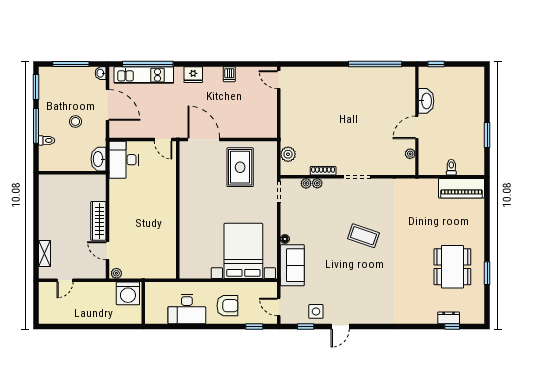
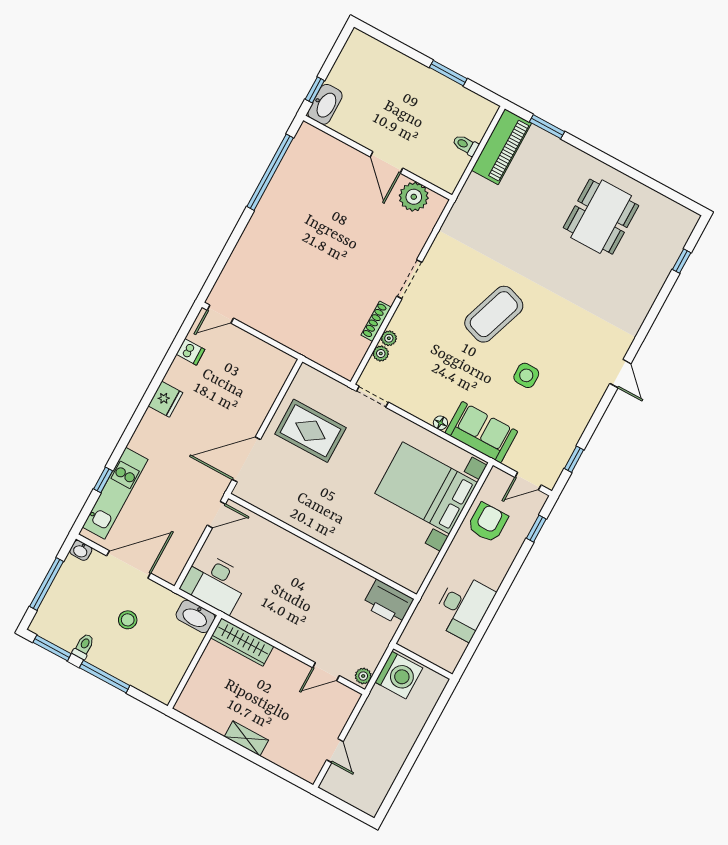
window: (148, 64) -> (103, 480), width x0.32
dishwasher: (229, 74) -> (190, 352), moved
fridge: (193, 75) -> (165, 399), moved
washbasin: (426, 101) -> (325, 104), moved, turned 90
toilet: (47, 140) -> (84, 646), moved
plant: (288, 154) -> (328, 356), removed
plant: (410, 154) -> (414, 197), width x1.88, depth x1.88
wardrobe: (98, 221) -> (242, 642), moved
coffee table: (364, 236) -> (494, 314), width x1.36, depth x1.32
shelving: (45, 254) -> (246, 738), moved
printer: (166, 265) -> (388, 602), added
dining table: (452, 267) -> (601, 217), turned 90
window: (487, 273) -> (547, 127), moved
armchair: (227, 306) -> (488, 523), moved
side table: (316, 311) -> (526, 375), moved
dresser: (449, 318) -> (667, 259), removed
door: (340, 326) -> (620, 374), moved

